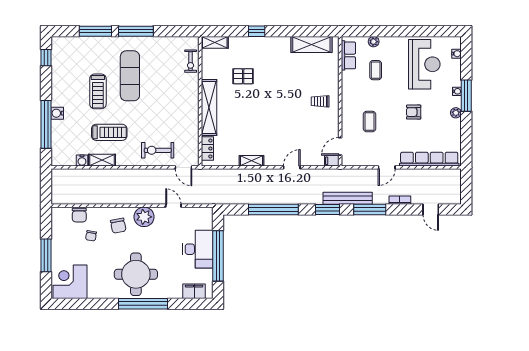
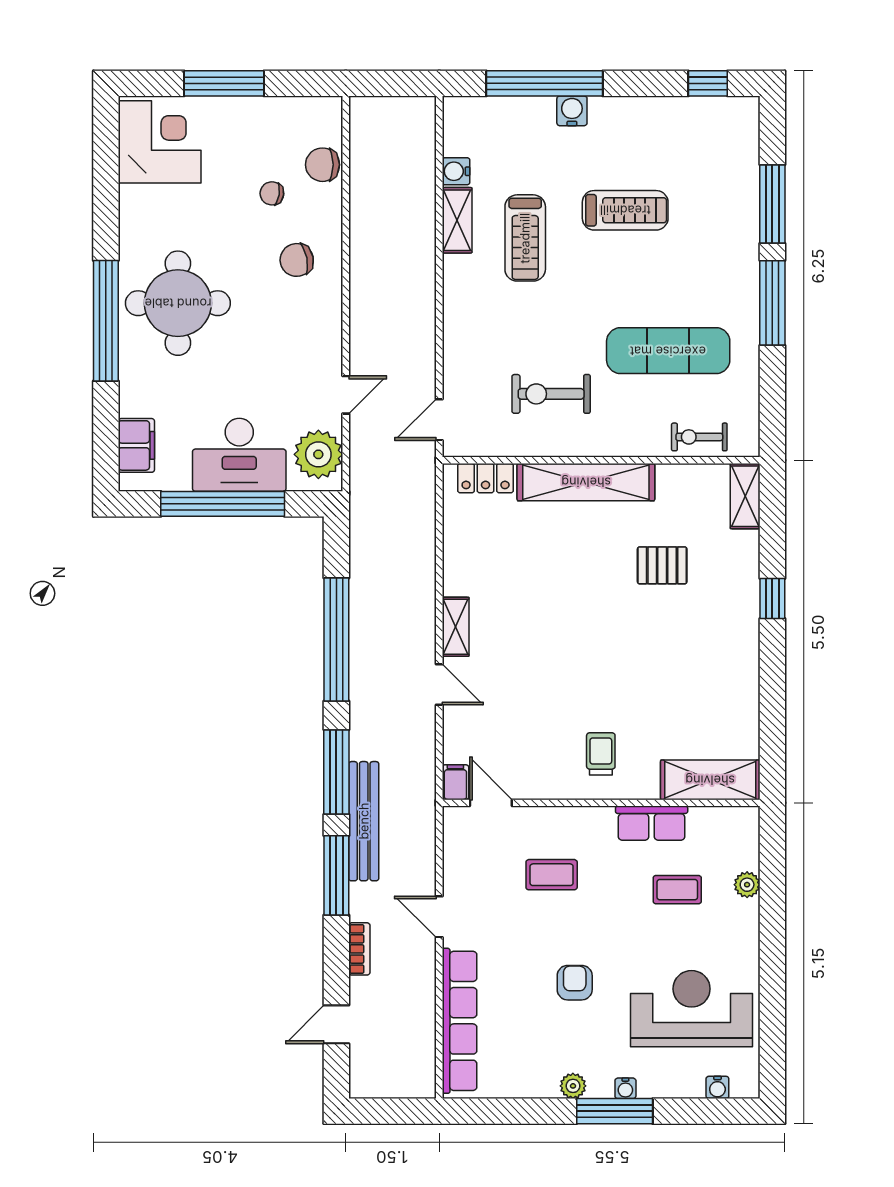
shelving: (311, 44) -> (710, 780), moved, turned 90
row of seats: (348, 55) -> (652, 823), moved
reception desk: (424, 64) -> (692, 1009), turned 180
exercise mat: (130, 76) -> (668, 351), moved
pallet: (243, 76) -> (662, 565), turned 90
treadmill: (98, 91) -> (625, 210), turned 180
exercise bike: (158, 150) -> (551, 394), moved, turned -90
shelving: (251, 161) -> (456, 627), moved
window: (328, 209) -> (336, 772), width x1.44
plant: (144, 217) -> (318, 454), moved

